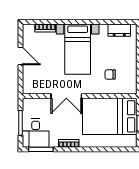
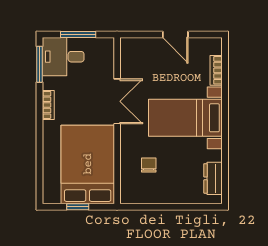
door: (20, 56) -> (175, 35), hinge flipped
double door: (66, 96) -> (117, 101), swing flipped

